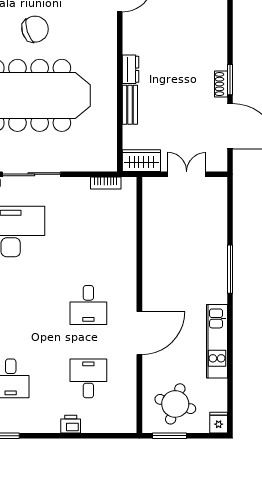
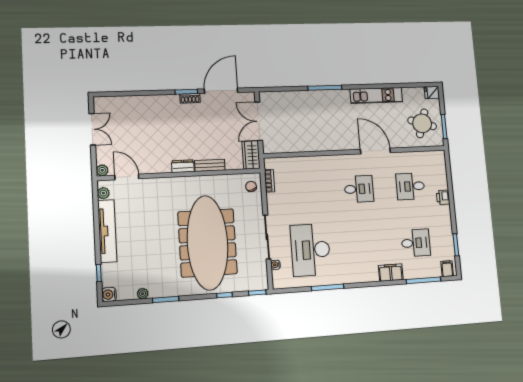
chair: (35, 29) -> (251, 186), moved, width x0.54, depth x0.54
double door: (187, 174) -> (259, 121), width x1.37

